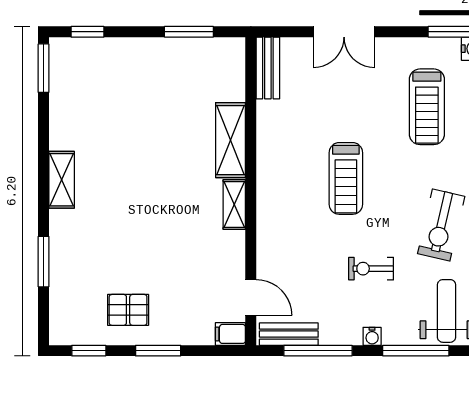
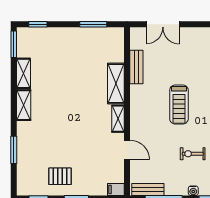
double door: (344, 32) -> (163, 24), moved
bench: (268, 68) -> (136, 67), moved
shelving: (61, 121) -> (24, 73), added
door: (251, 297) -> (127, 150), moved

